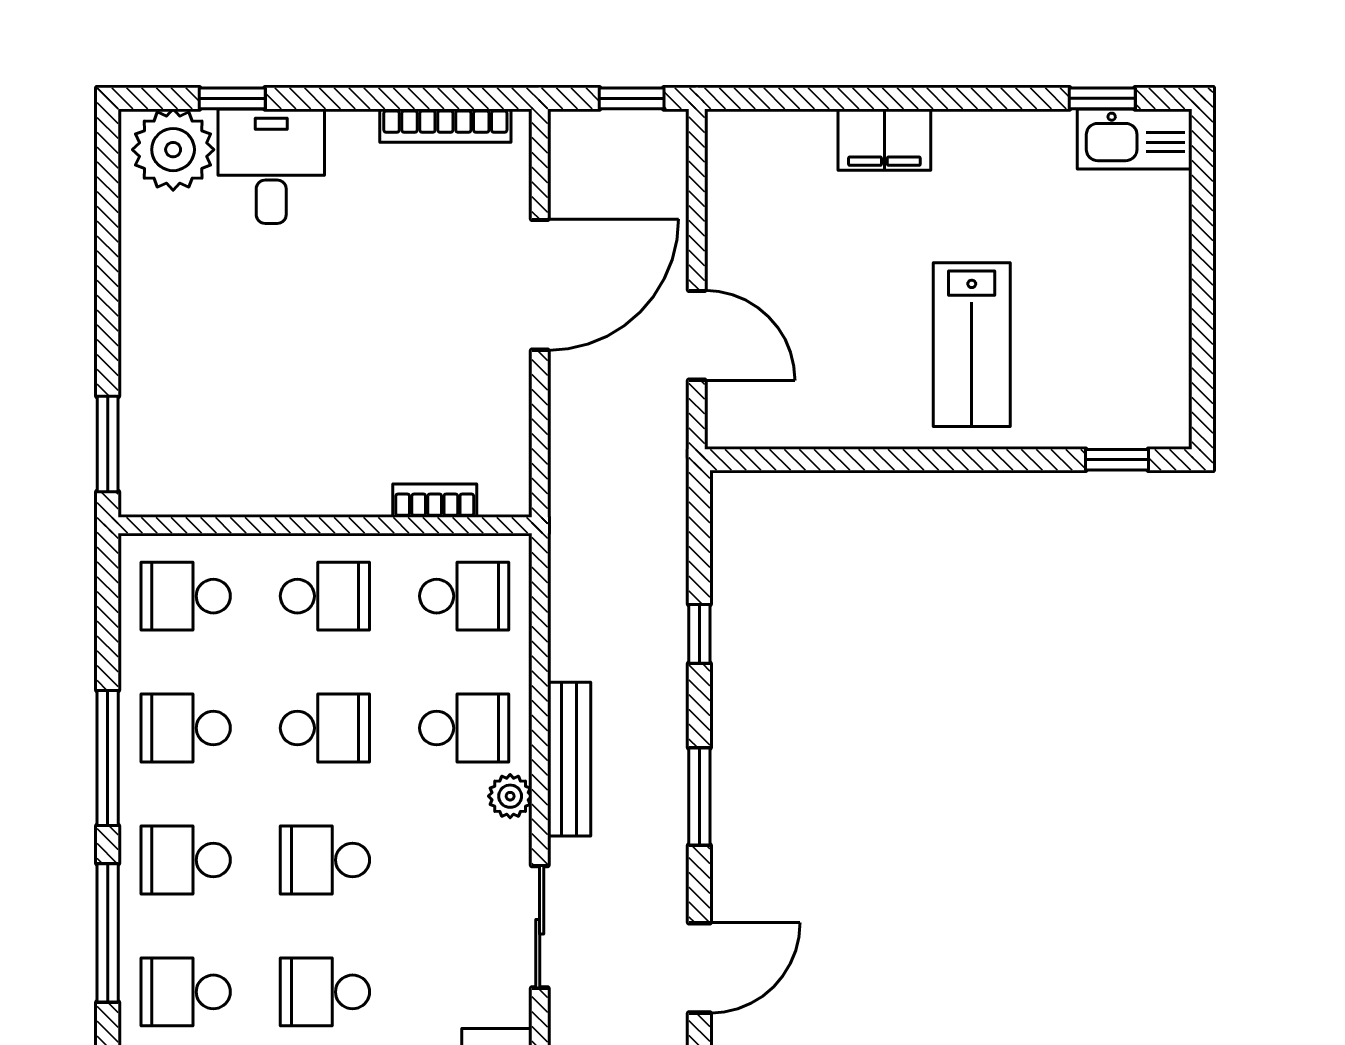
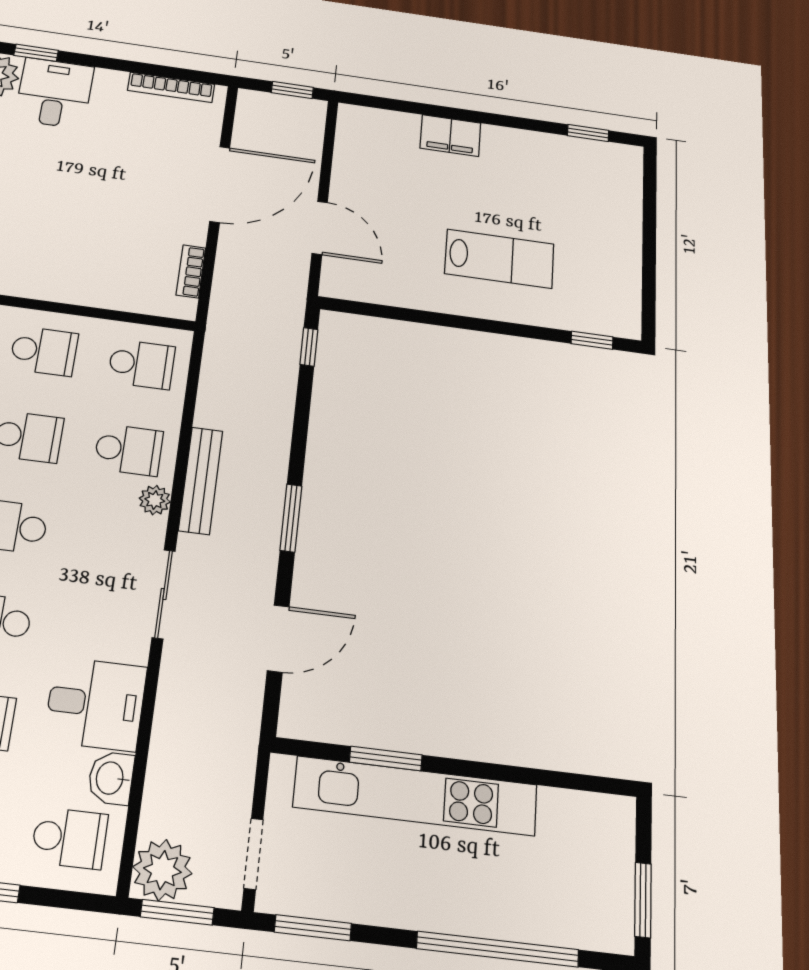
kitchen sink: (1135, 139) -> (608, 158), removed
lab bench: (972, 345) -> (499, 259), turned -90
bookcase: (435, 501) -> (191, 271), moved, turned -90
window: (699, 634) -> (309, 347), moved

